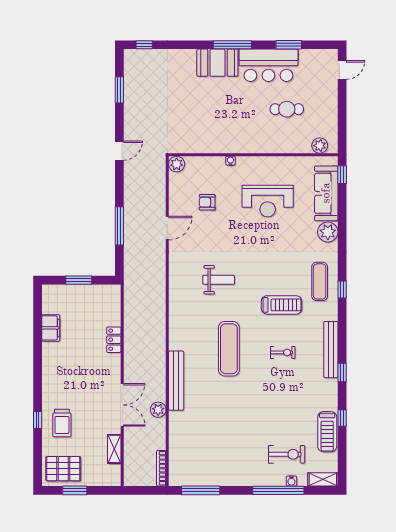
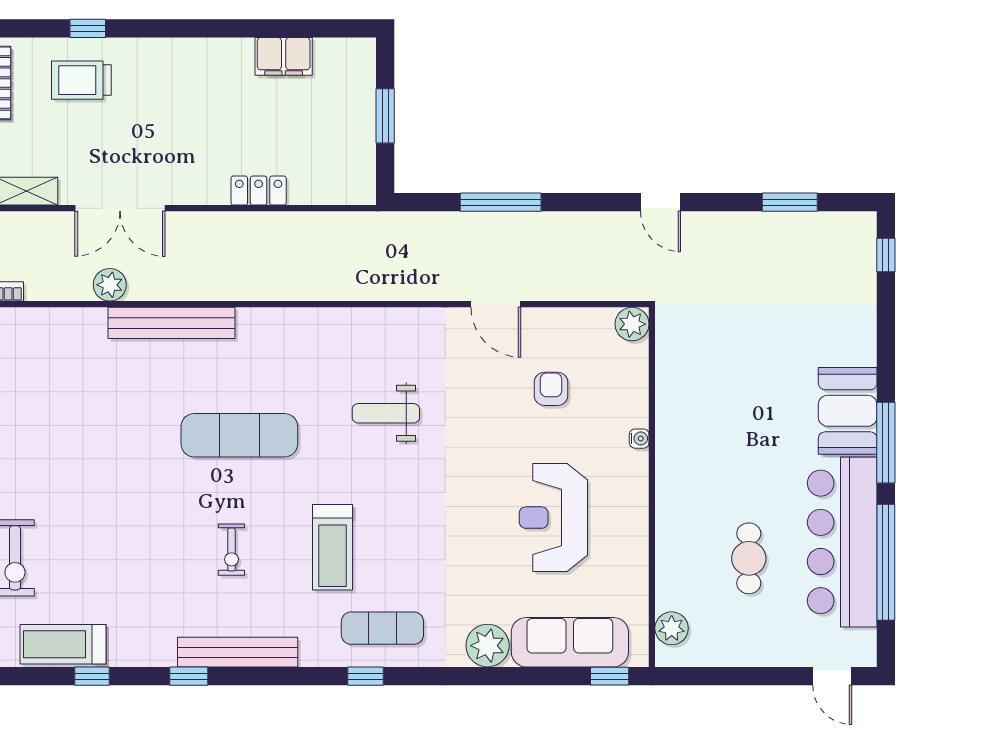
window: (289, 45) -> (886, 562), width x2.11
bar counter: (268, 65) -> (842, 542), width x1.36
weight bench: (219, 280) -> (386, 413), turned 90

